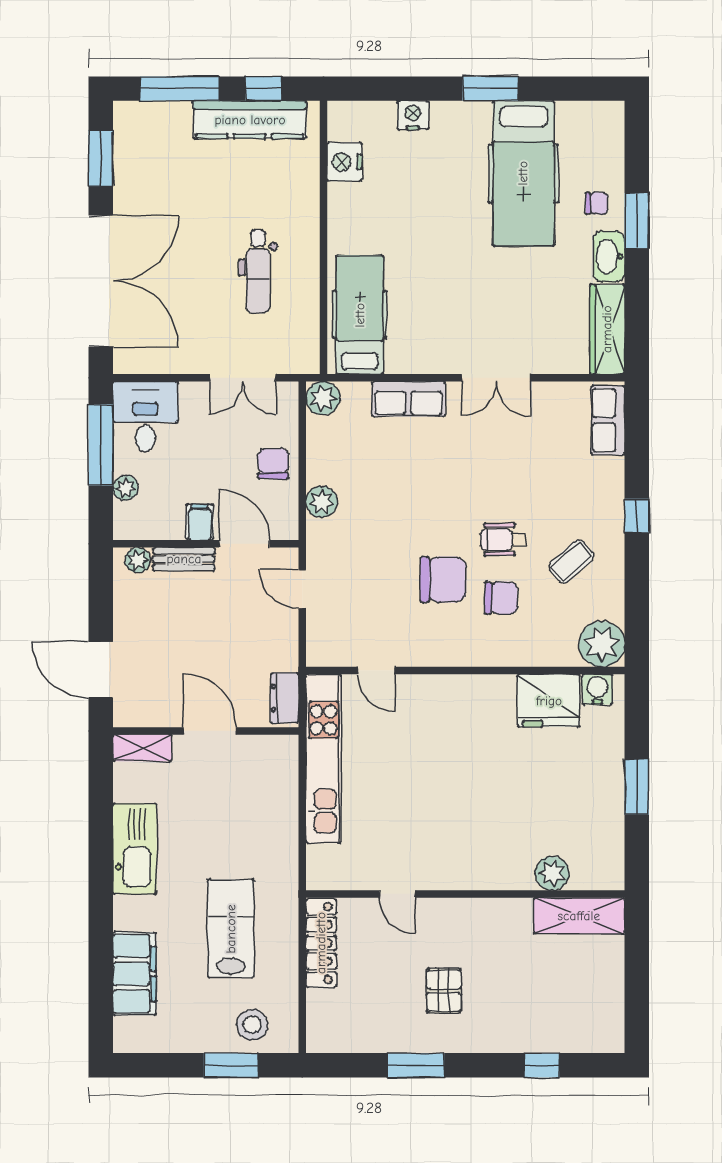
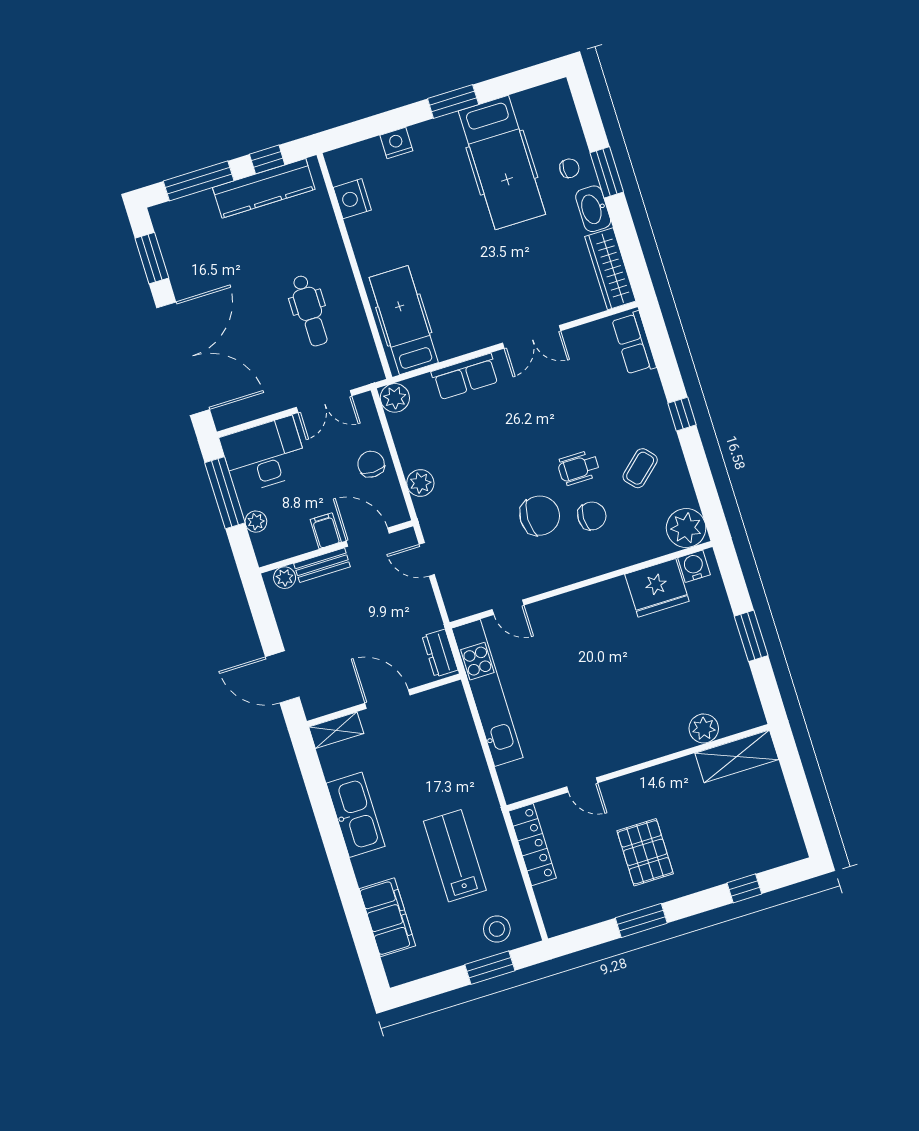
desk: (145, 417) -> (264, 455), width x1.37
pallet: (444, 991) -> (645, 852), width x1.50, depth x1.42

